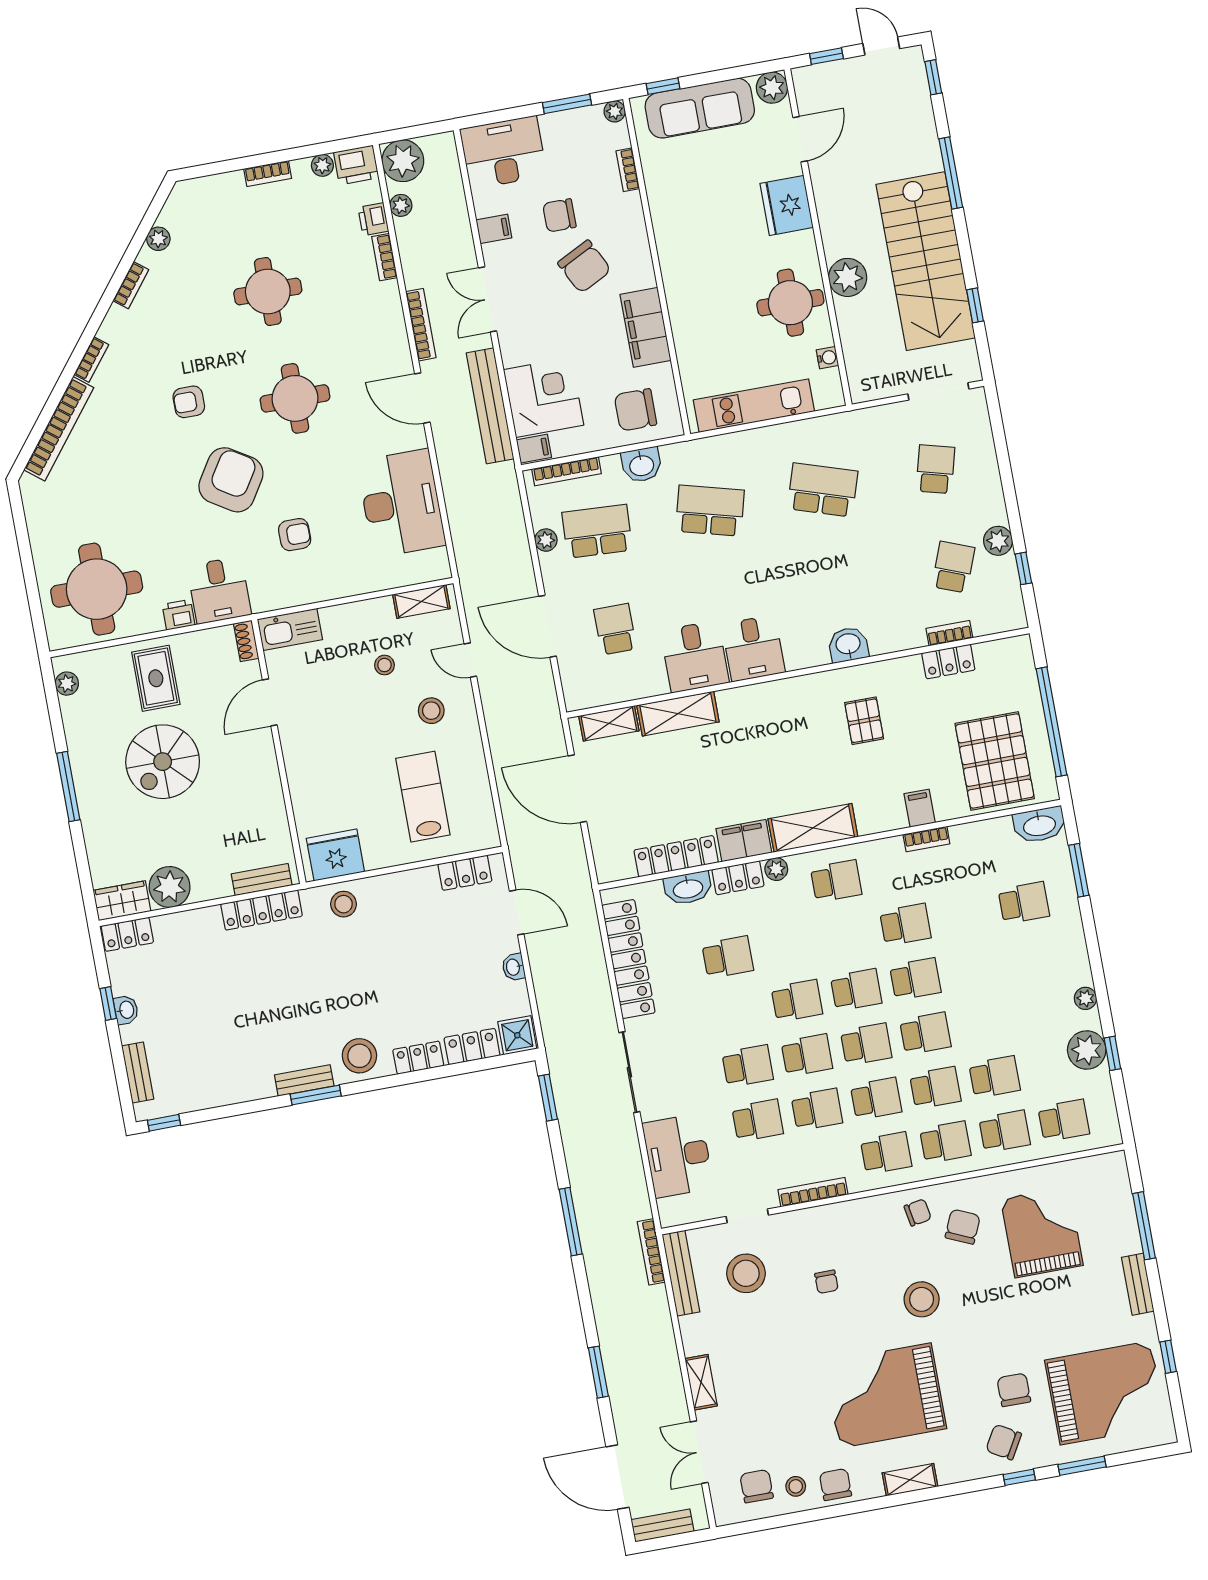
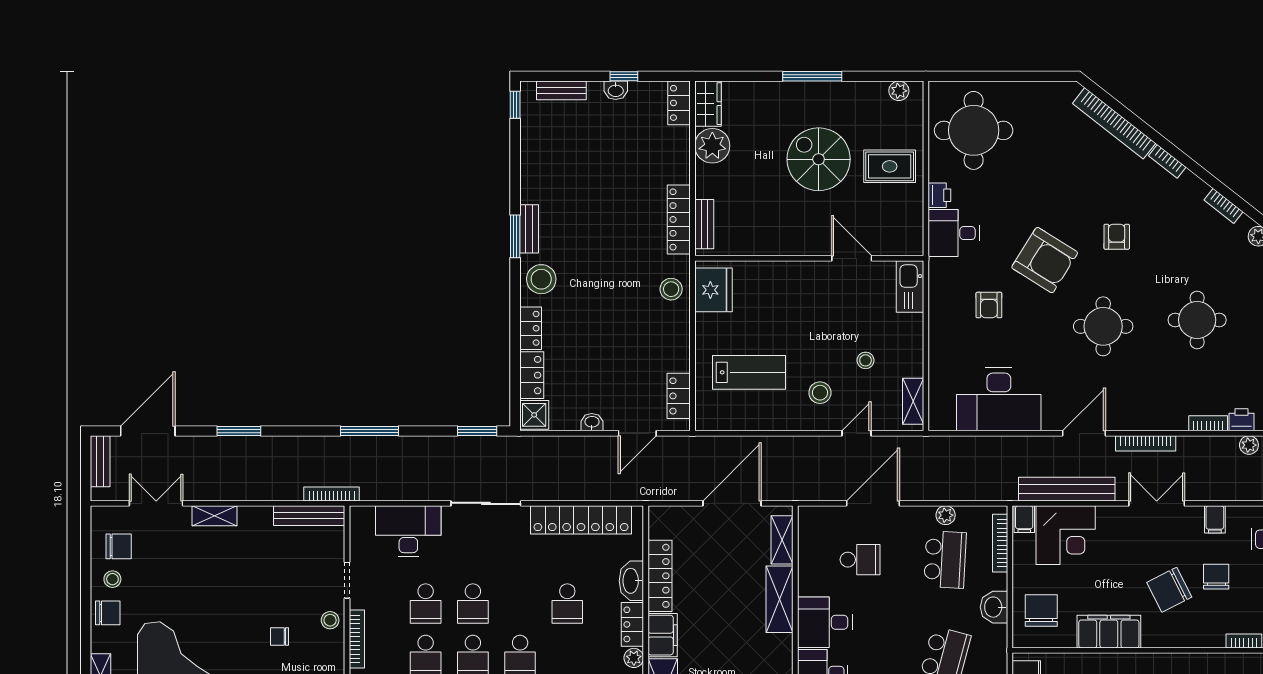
shoe rack: (246, 641) -> (907, 248), removed
stool: (746, 1273) -> (330, 620), moved, width x0.53, depth x0.53

